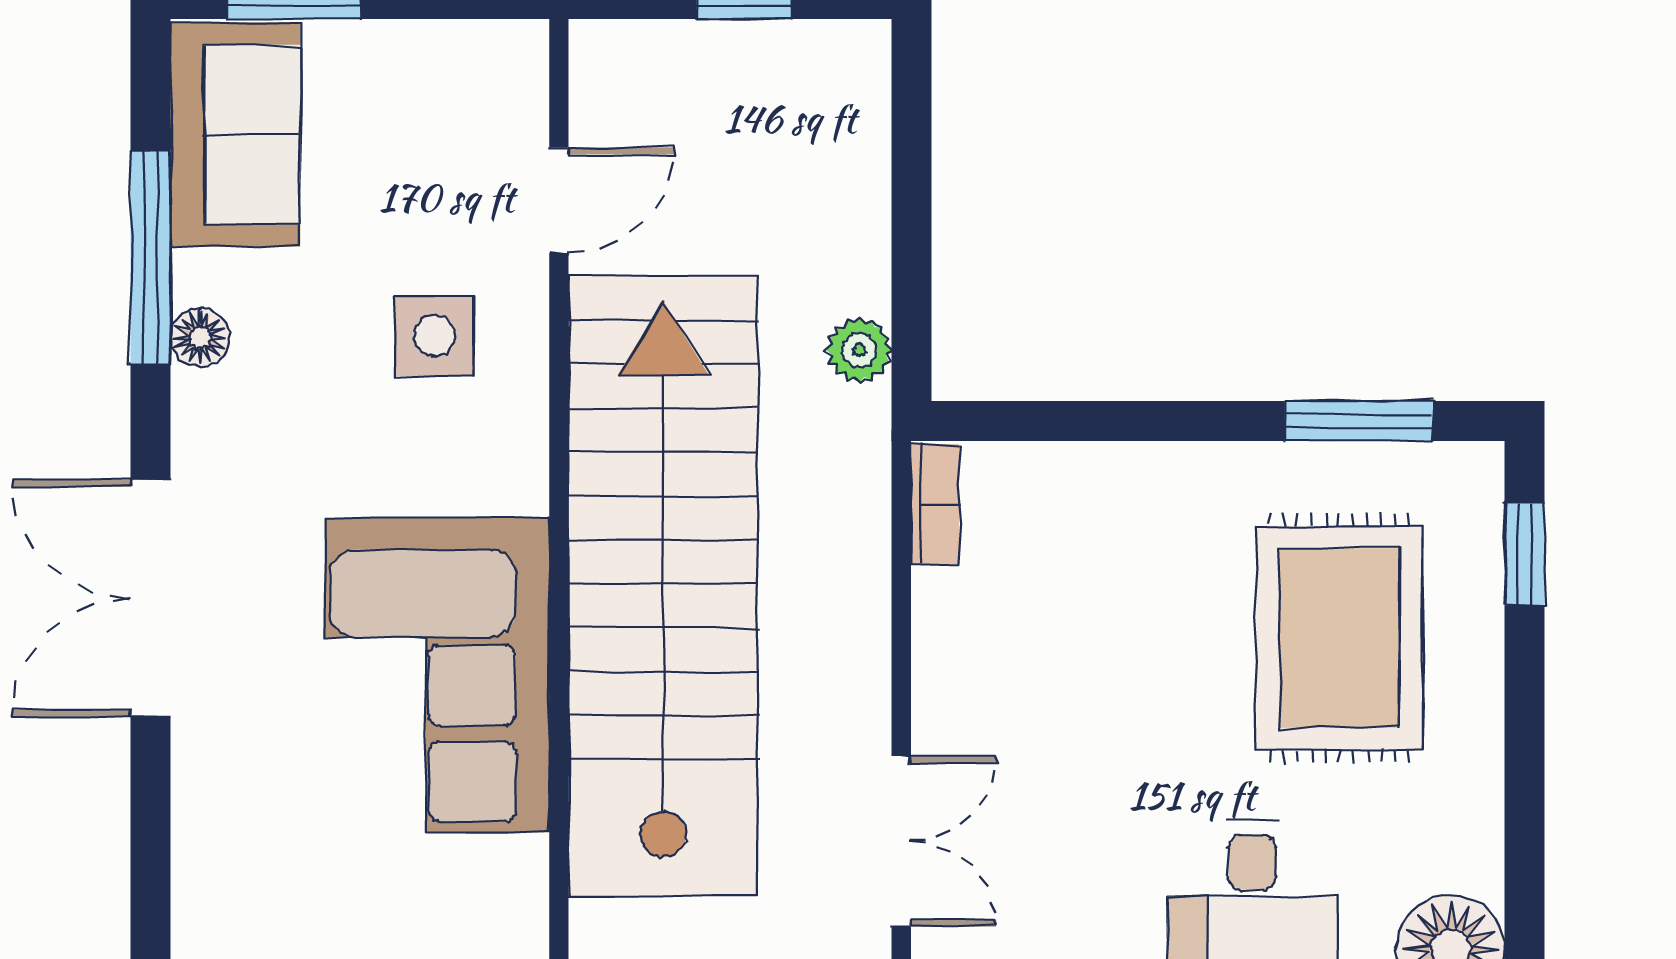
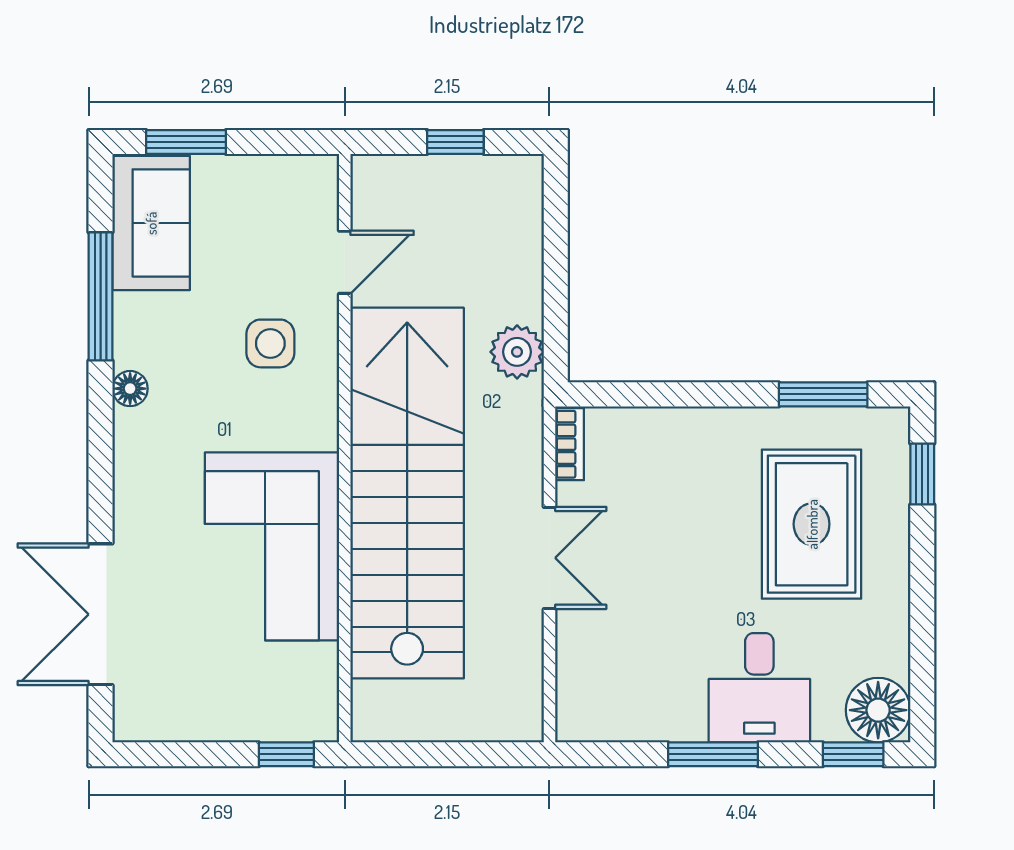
floor lamp: (200, 338) -> (130, 389), moved
plant: (859, 350) -> (517, 352), width x1.38, depth x1.38
double door: (151, 598) -> (101, 614), moved
double door: (901, 841) -> (549, 558), moved

